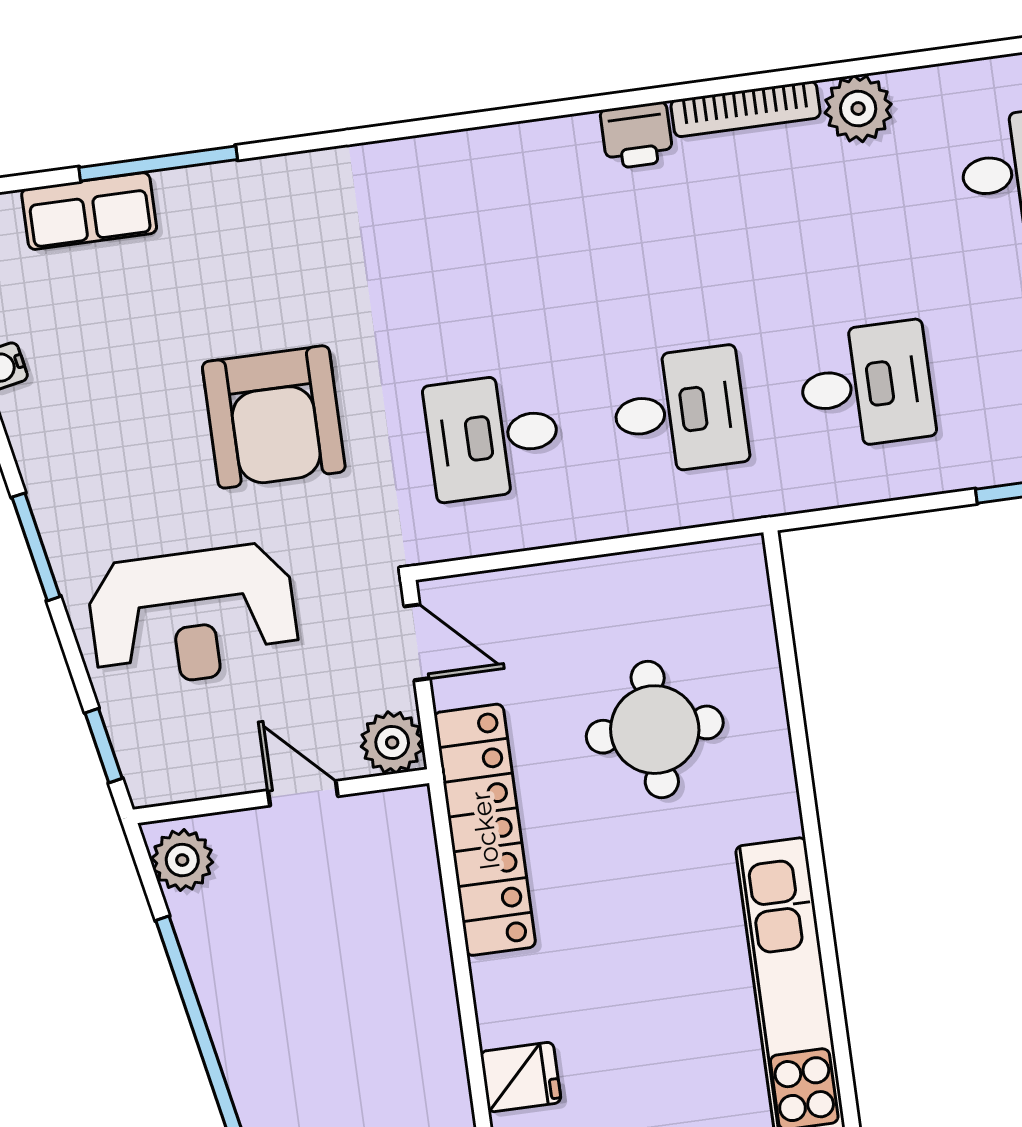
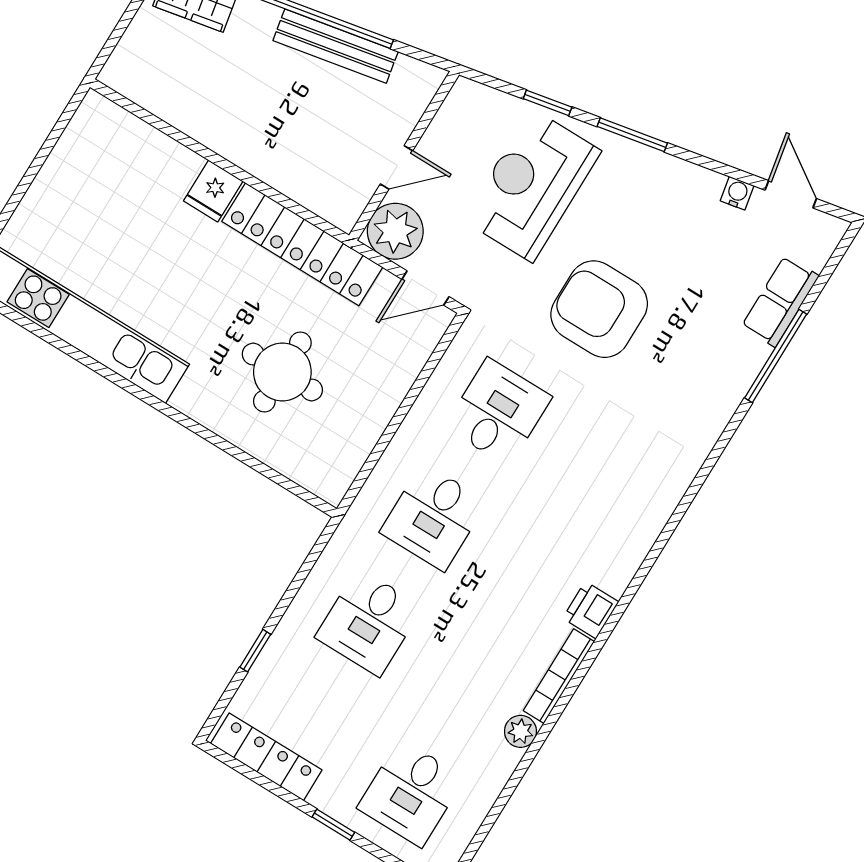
plant: (858, 109) -> (521, 731), width x0.73, depth x0.73
plant: (392, 743) -> (395, 231), width x1.36, depth x1.36
window: (104, 746) -> (548, 103), moved
plant: (182, 860) -> (413, 78), removed
bench: (219, 983) -> (336, 46), added
fridge: (521, 1077) -> (213, 191), moved

